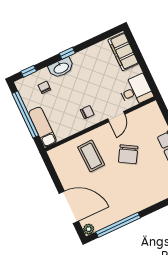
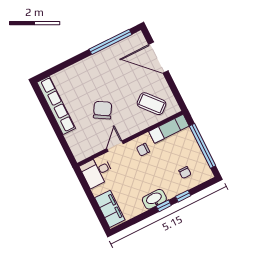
washbasin: (61, 68) -> (154, 199), moved
window: (29, 71) -> (183, 196), moved
exam couch: (42, 127) -> (169, 129), moved, turned -90
coffee table: (91, 156) -> (152, 104), moved, turned -39
plant: (89, 229) -> (139, 37), removed

